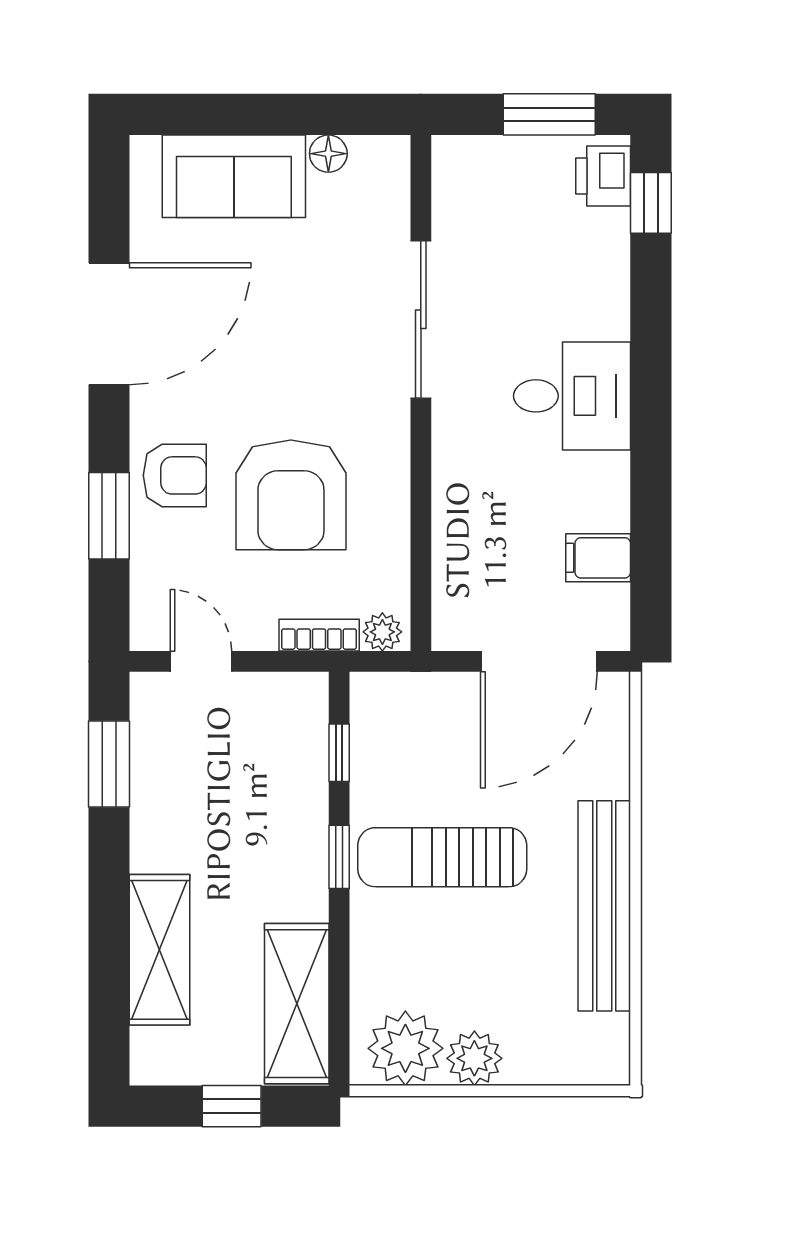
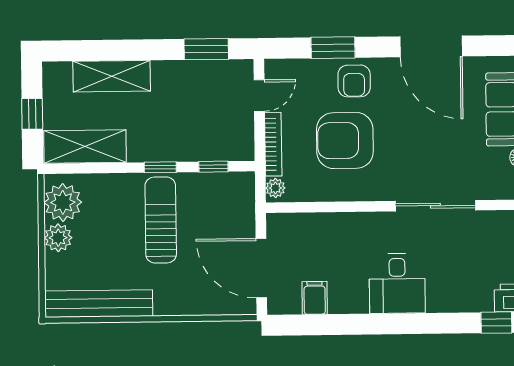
bookcase: (319, 635) -> (273, 144), width x1.56
bench: (604, 906) -> (99, 304), moved

